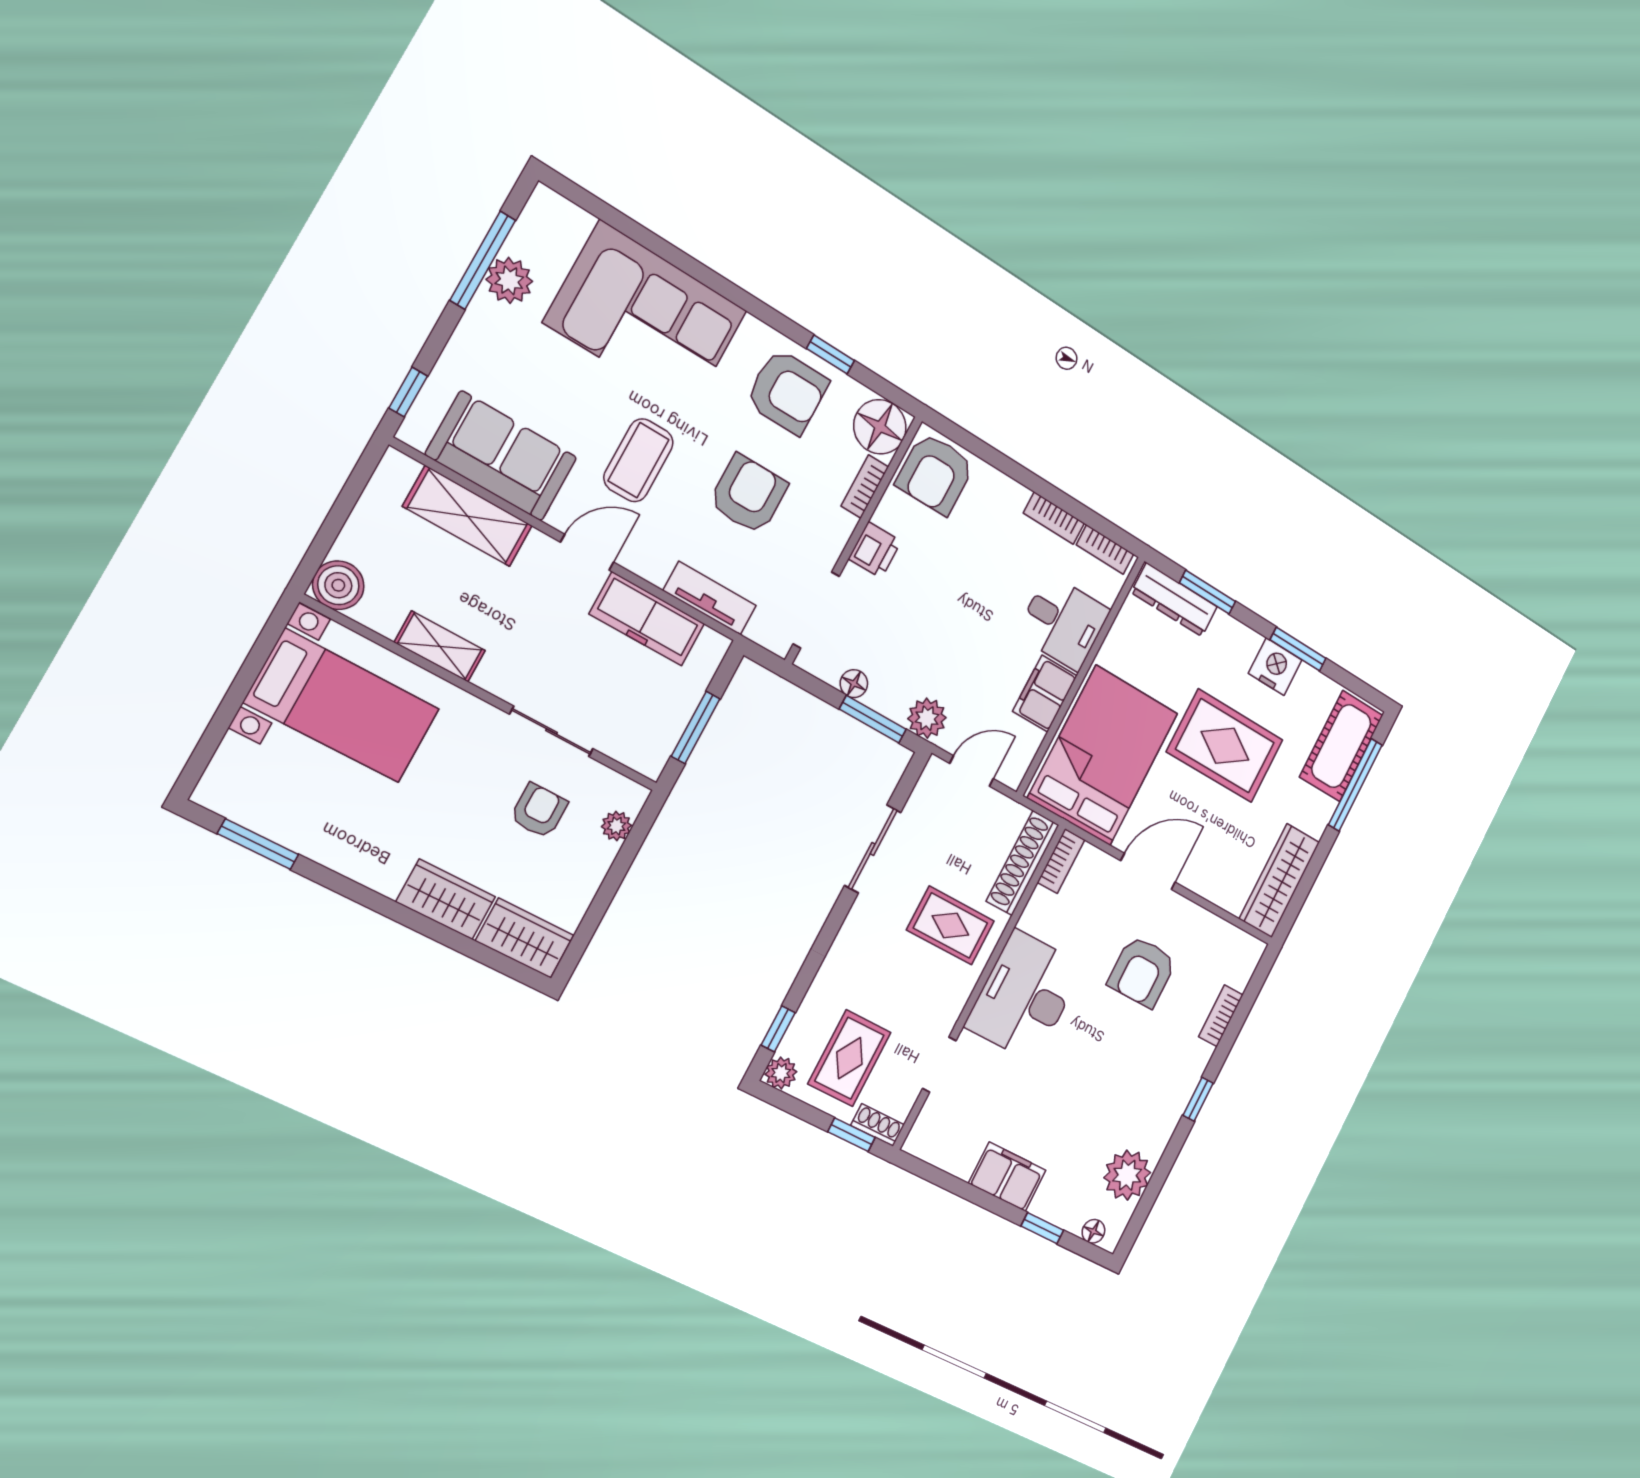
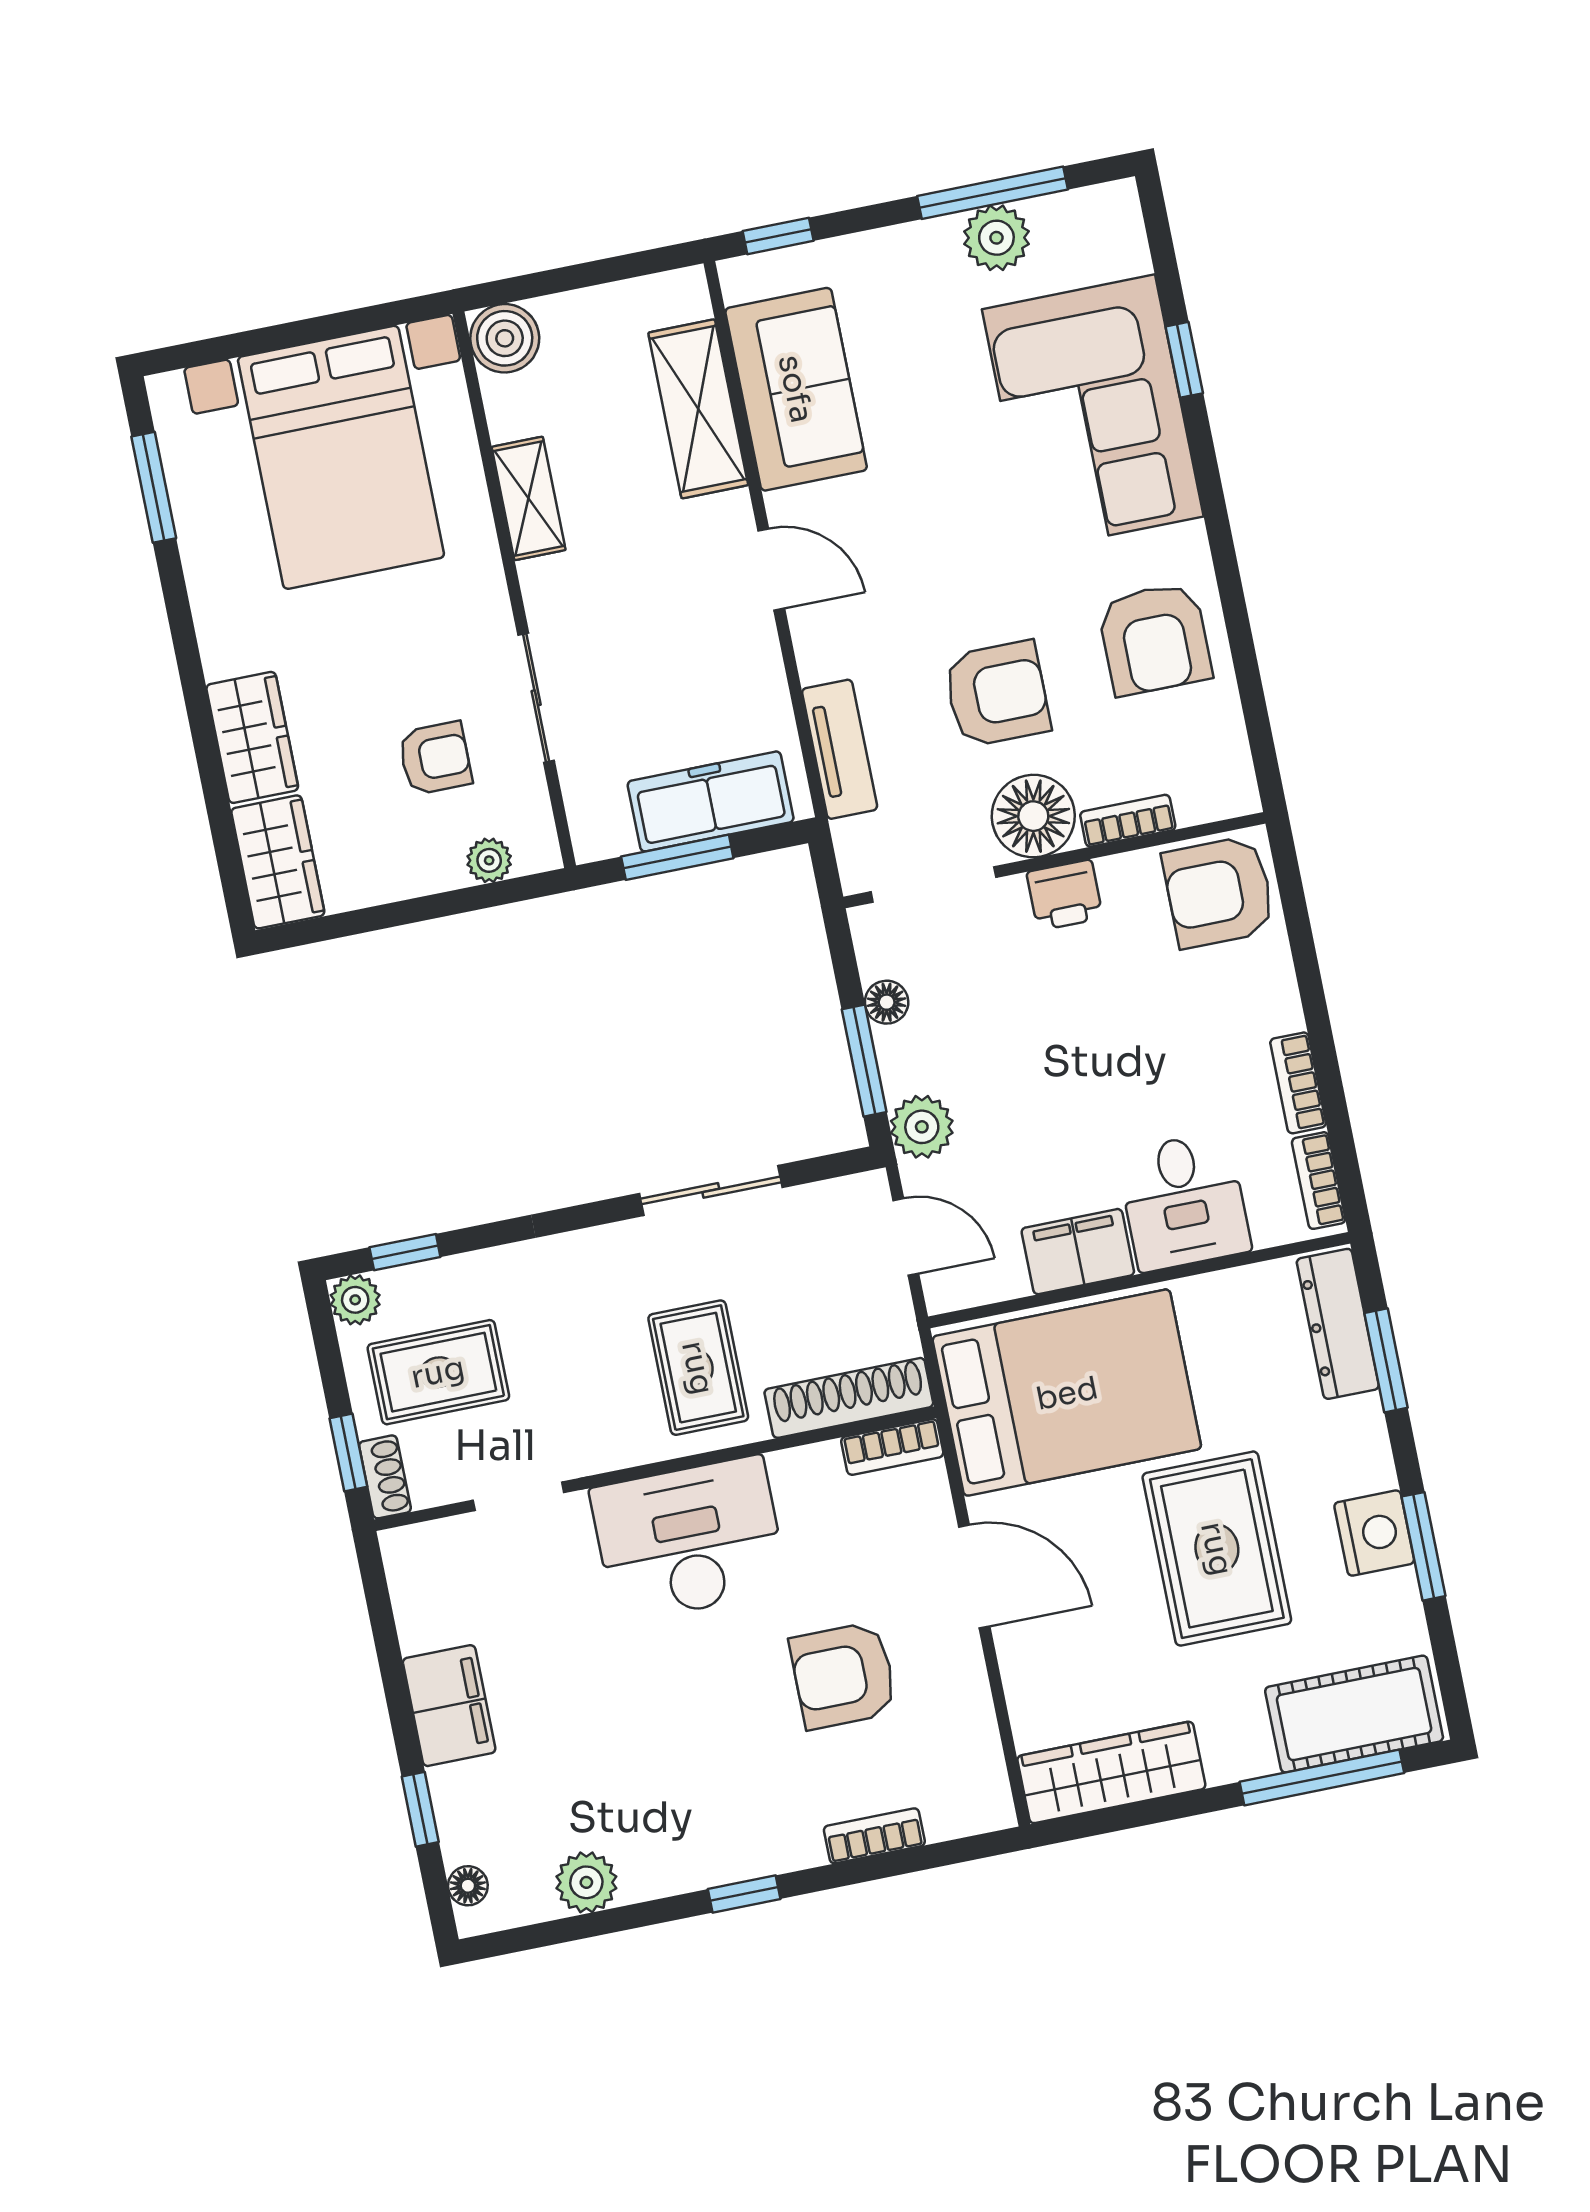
window: (831, 354) -> (1184, 360), moved
floor lamp: (880, 427) -> (1033, 816), moved
coffee table: (638, 460) -> (925, 539), removed
freezer: (647, 619) -> (711, 801), moved, turned 90
bed with nightstands: (342, 706) -> (341, 457), width x1.36
plant: (1127, 1175) -> (586, 1882), width x0.73, depth x0.73

